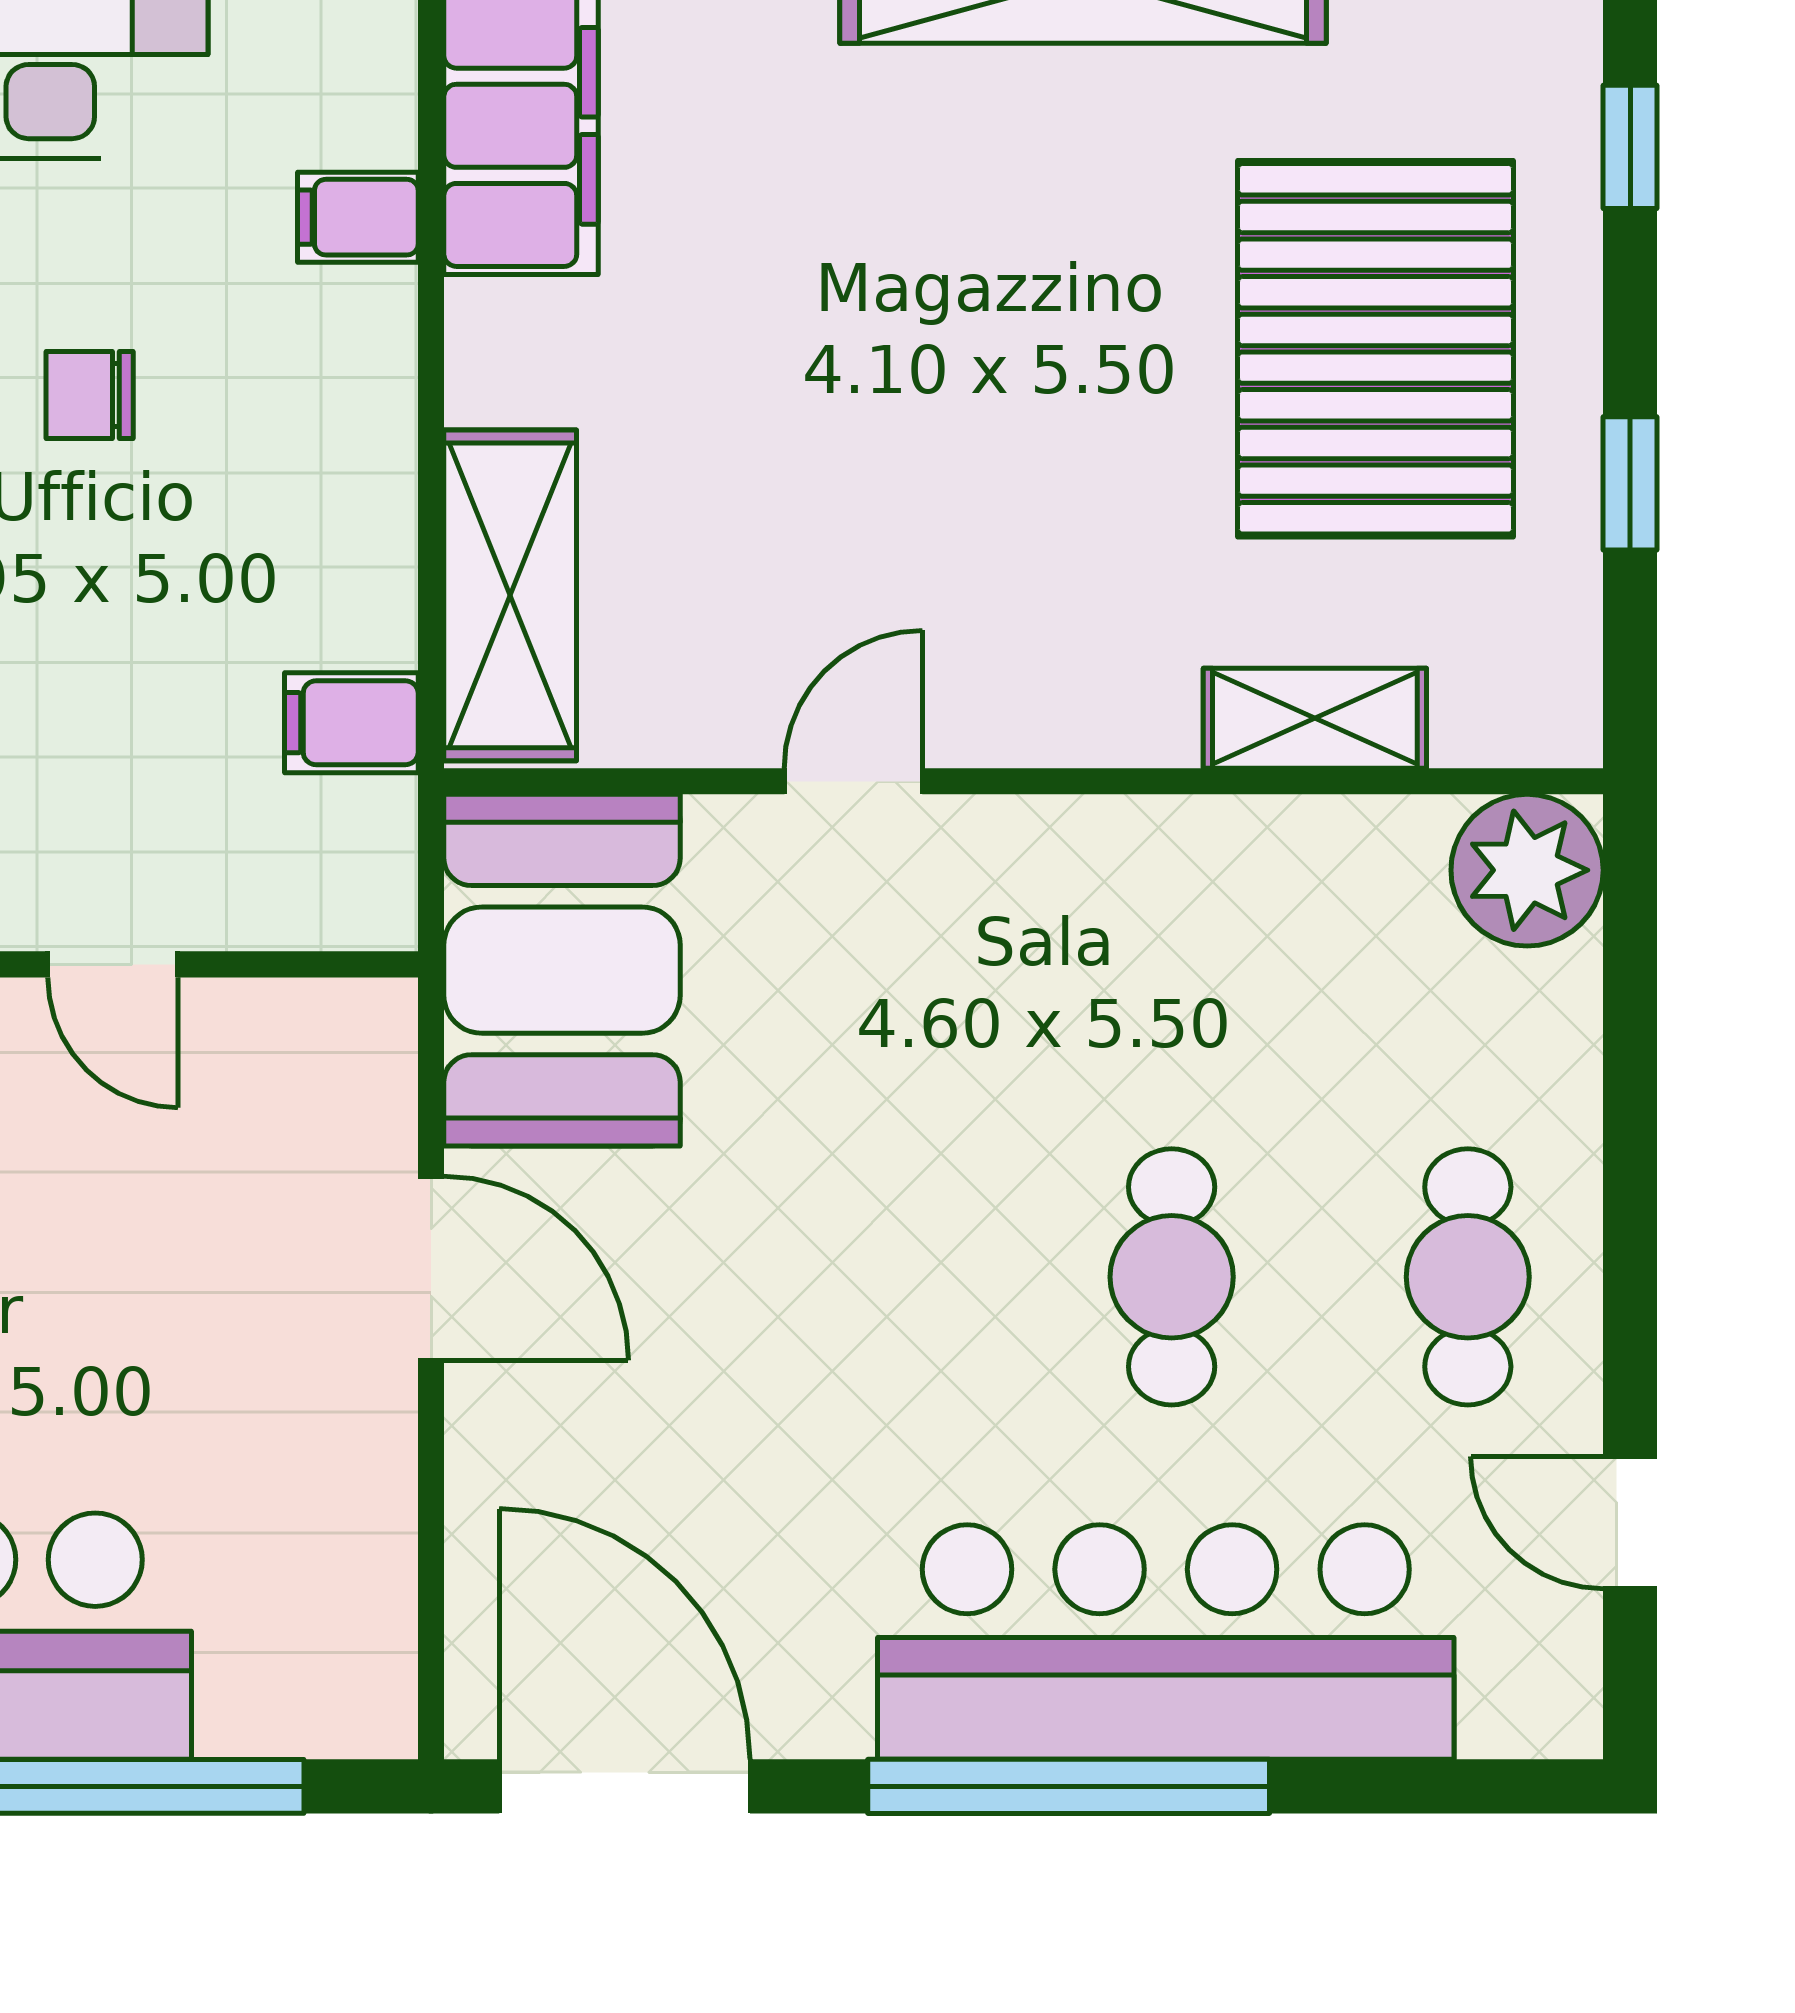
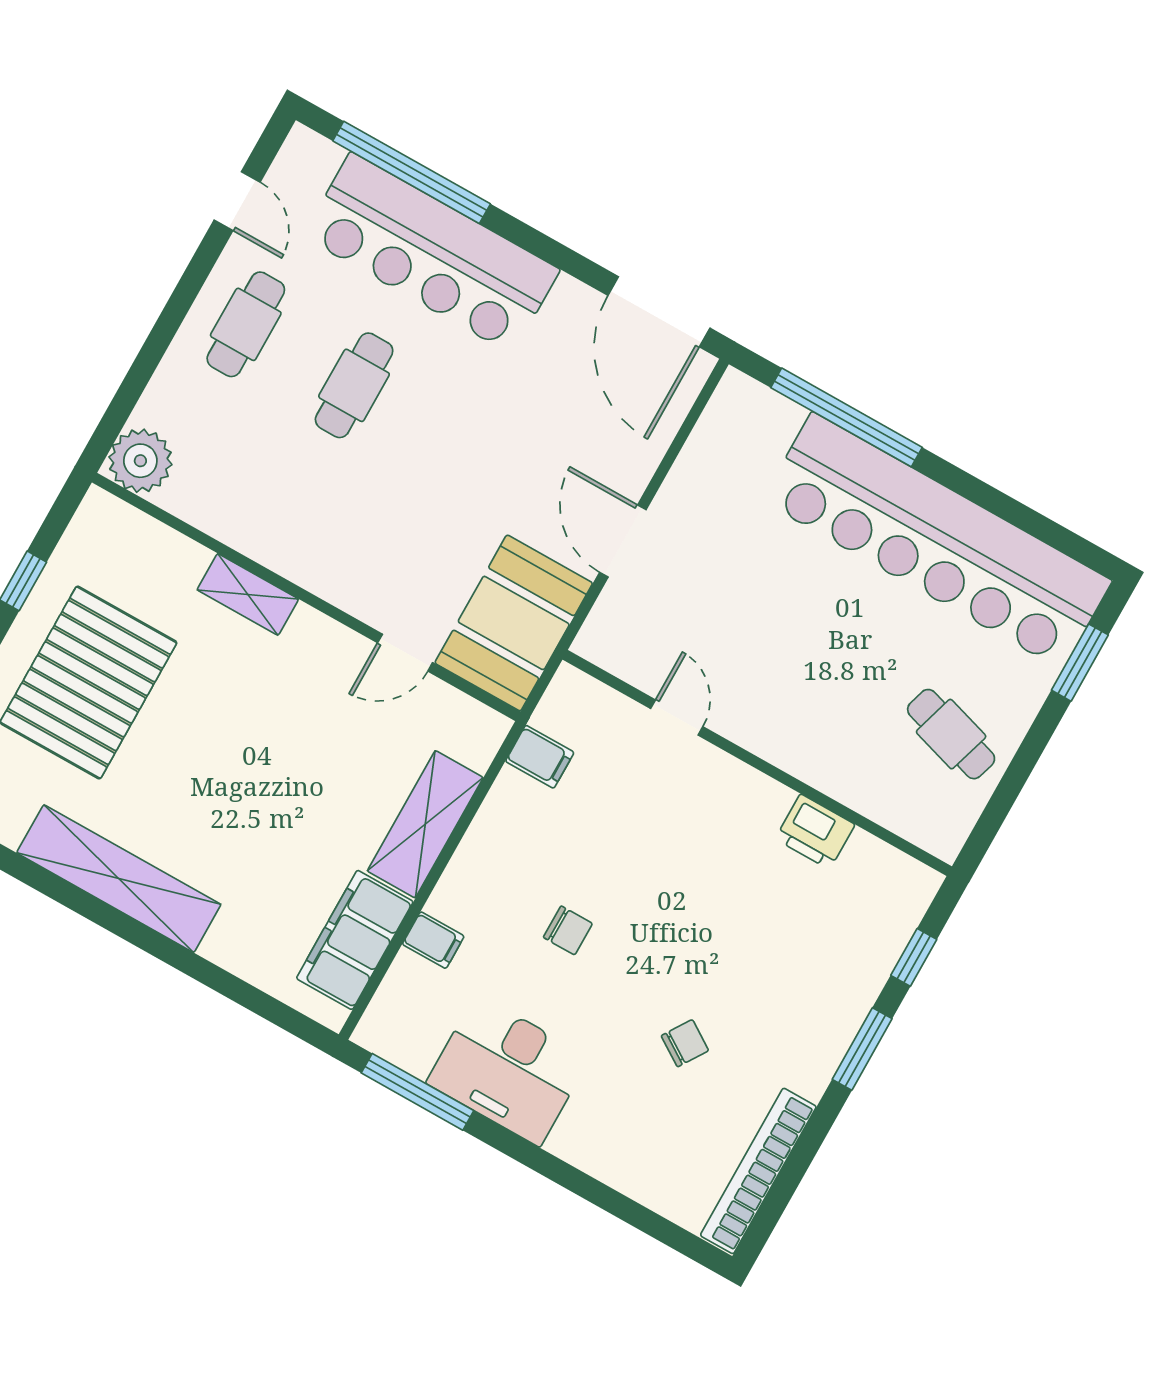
shelving: (510, 595) -> (425, 824), moved
shelving: (1315, 718) -> (248, 594), moved
door: (853, 781) -> (405, 653), moved
window: (1069, 1786) -> (412, 172), moved

